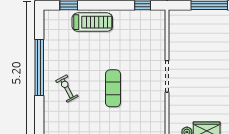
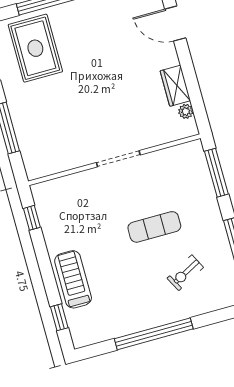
exercise bike: (67, 88) -> (185, 273), moved

